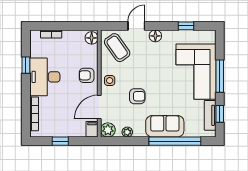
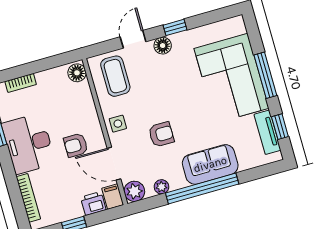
window: (186, 26) -> (175, 27), moved
coffee table: (117, 48) -> (115, 76), turned 35
armchair: (87, 75) -> (76, 145), moved
door: (99, 107) -> (114, 164), hinge flipped
printer: (77, 130) -> (93, 203), added
window: (175, 141) -> (202, 189), moved

